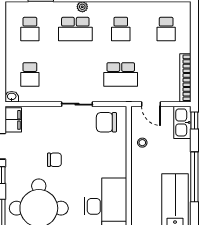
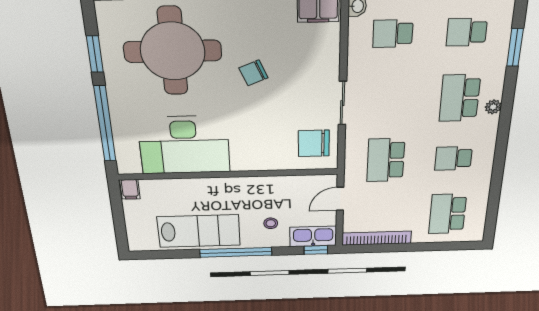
school desk: (166, 29) -> (448, 214), width x1.85
chair: (106, 122) -> (314, 143), turned -90
stool: (142, 143) -> (271, 223), moved
chair: (54, 160) -> (253, 73), turned 67

